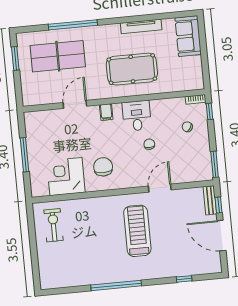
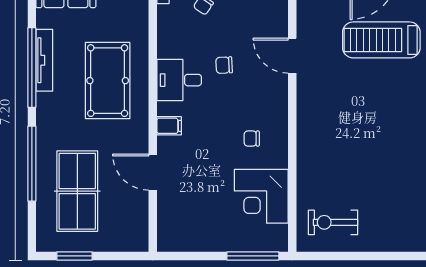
window: (136, 19) -> (32, 67), added
window: (25, 155) -> (253, 256), moved
chair: (103, 167) -> (252, 139), width x0.54, depth x0.54
treadmill: (137, 231) -> (381, 40), moved

